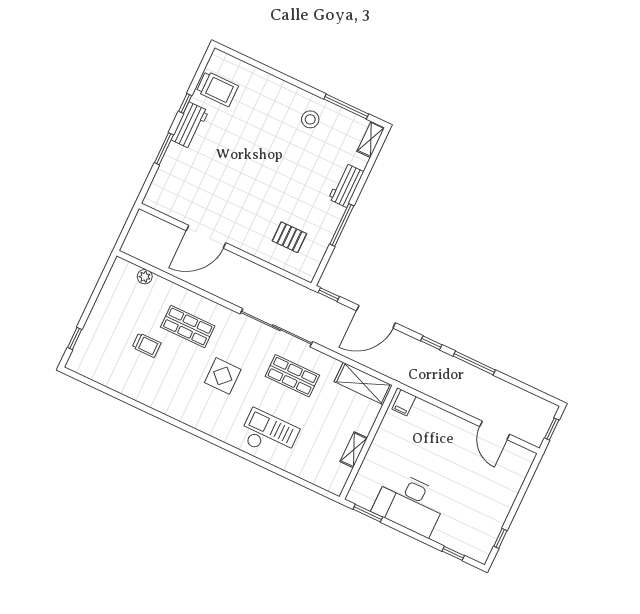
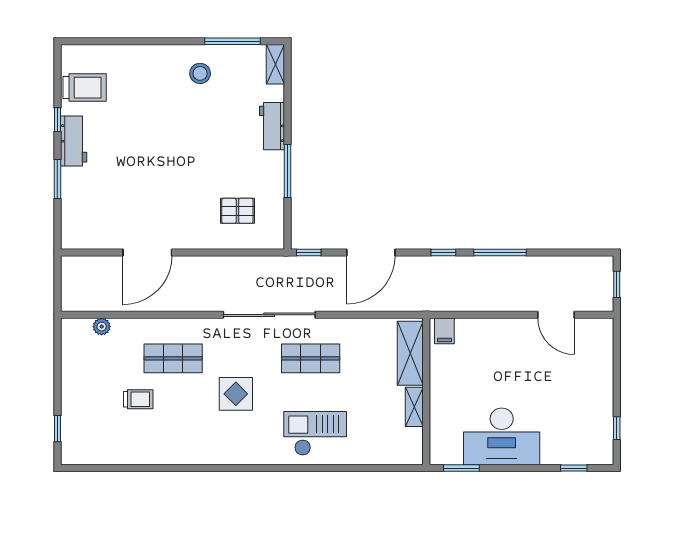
shelving: (363, 383) -> (410, 353), moved, turned 90

